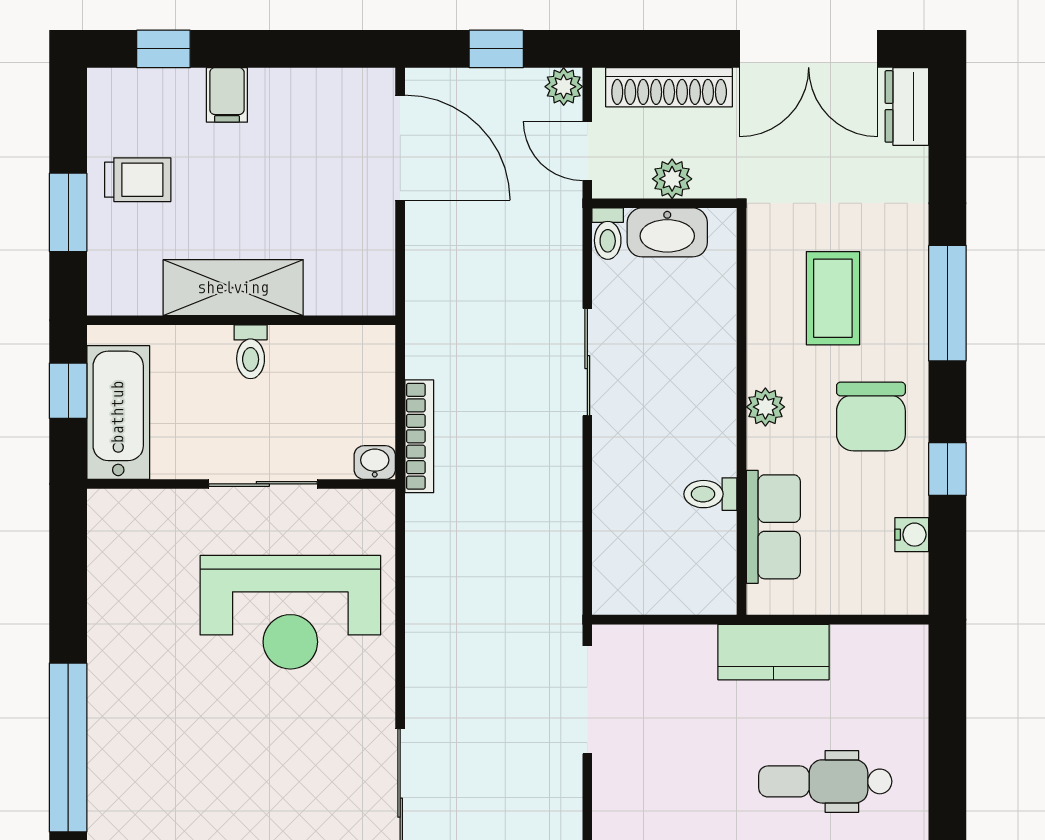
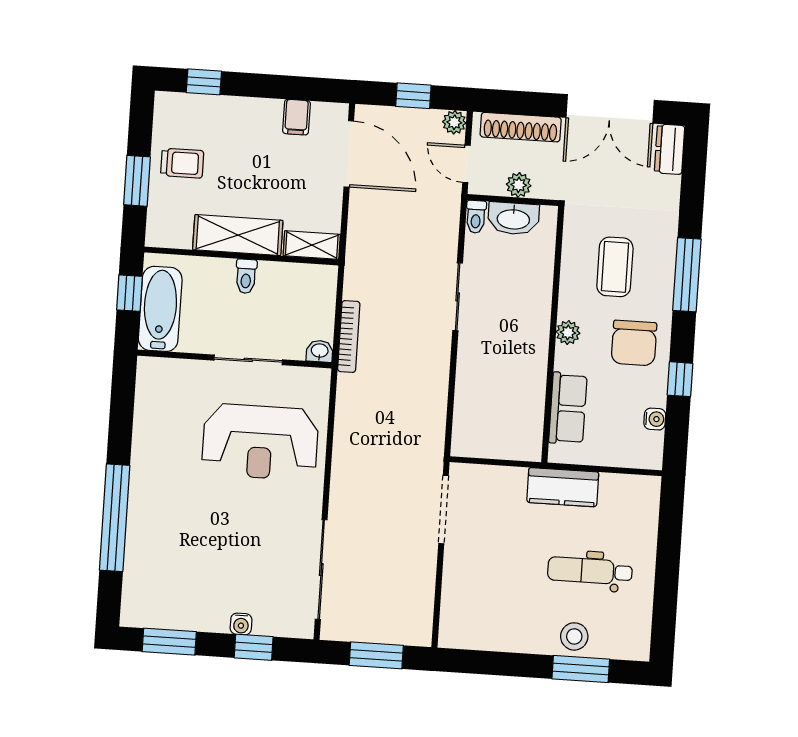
filing cabinet: (227, 95) -> (296, 117), moved
shelving: (351, 296) -> (312, 245), added
toilet: (710, 494) -> (530, 385), removed

